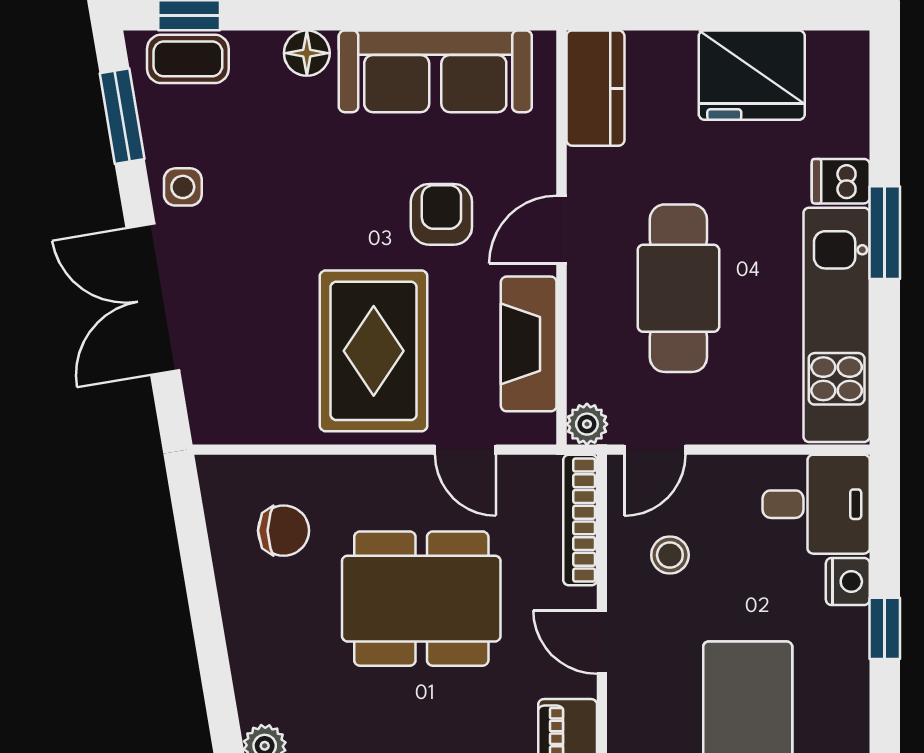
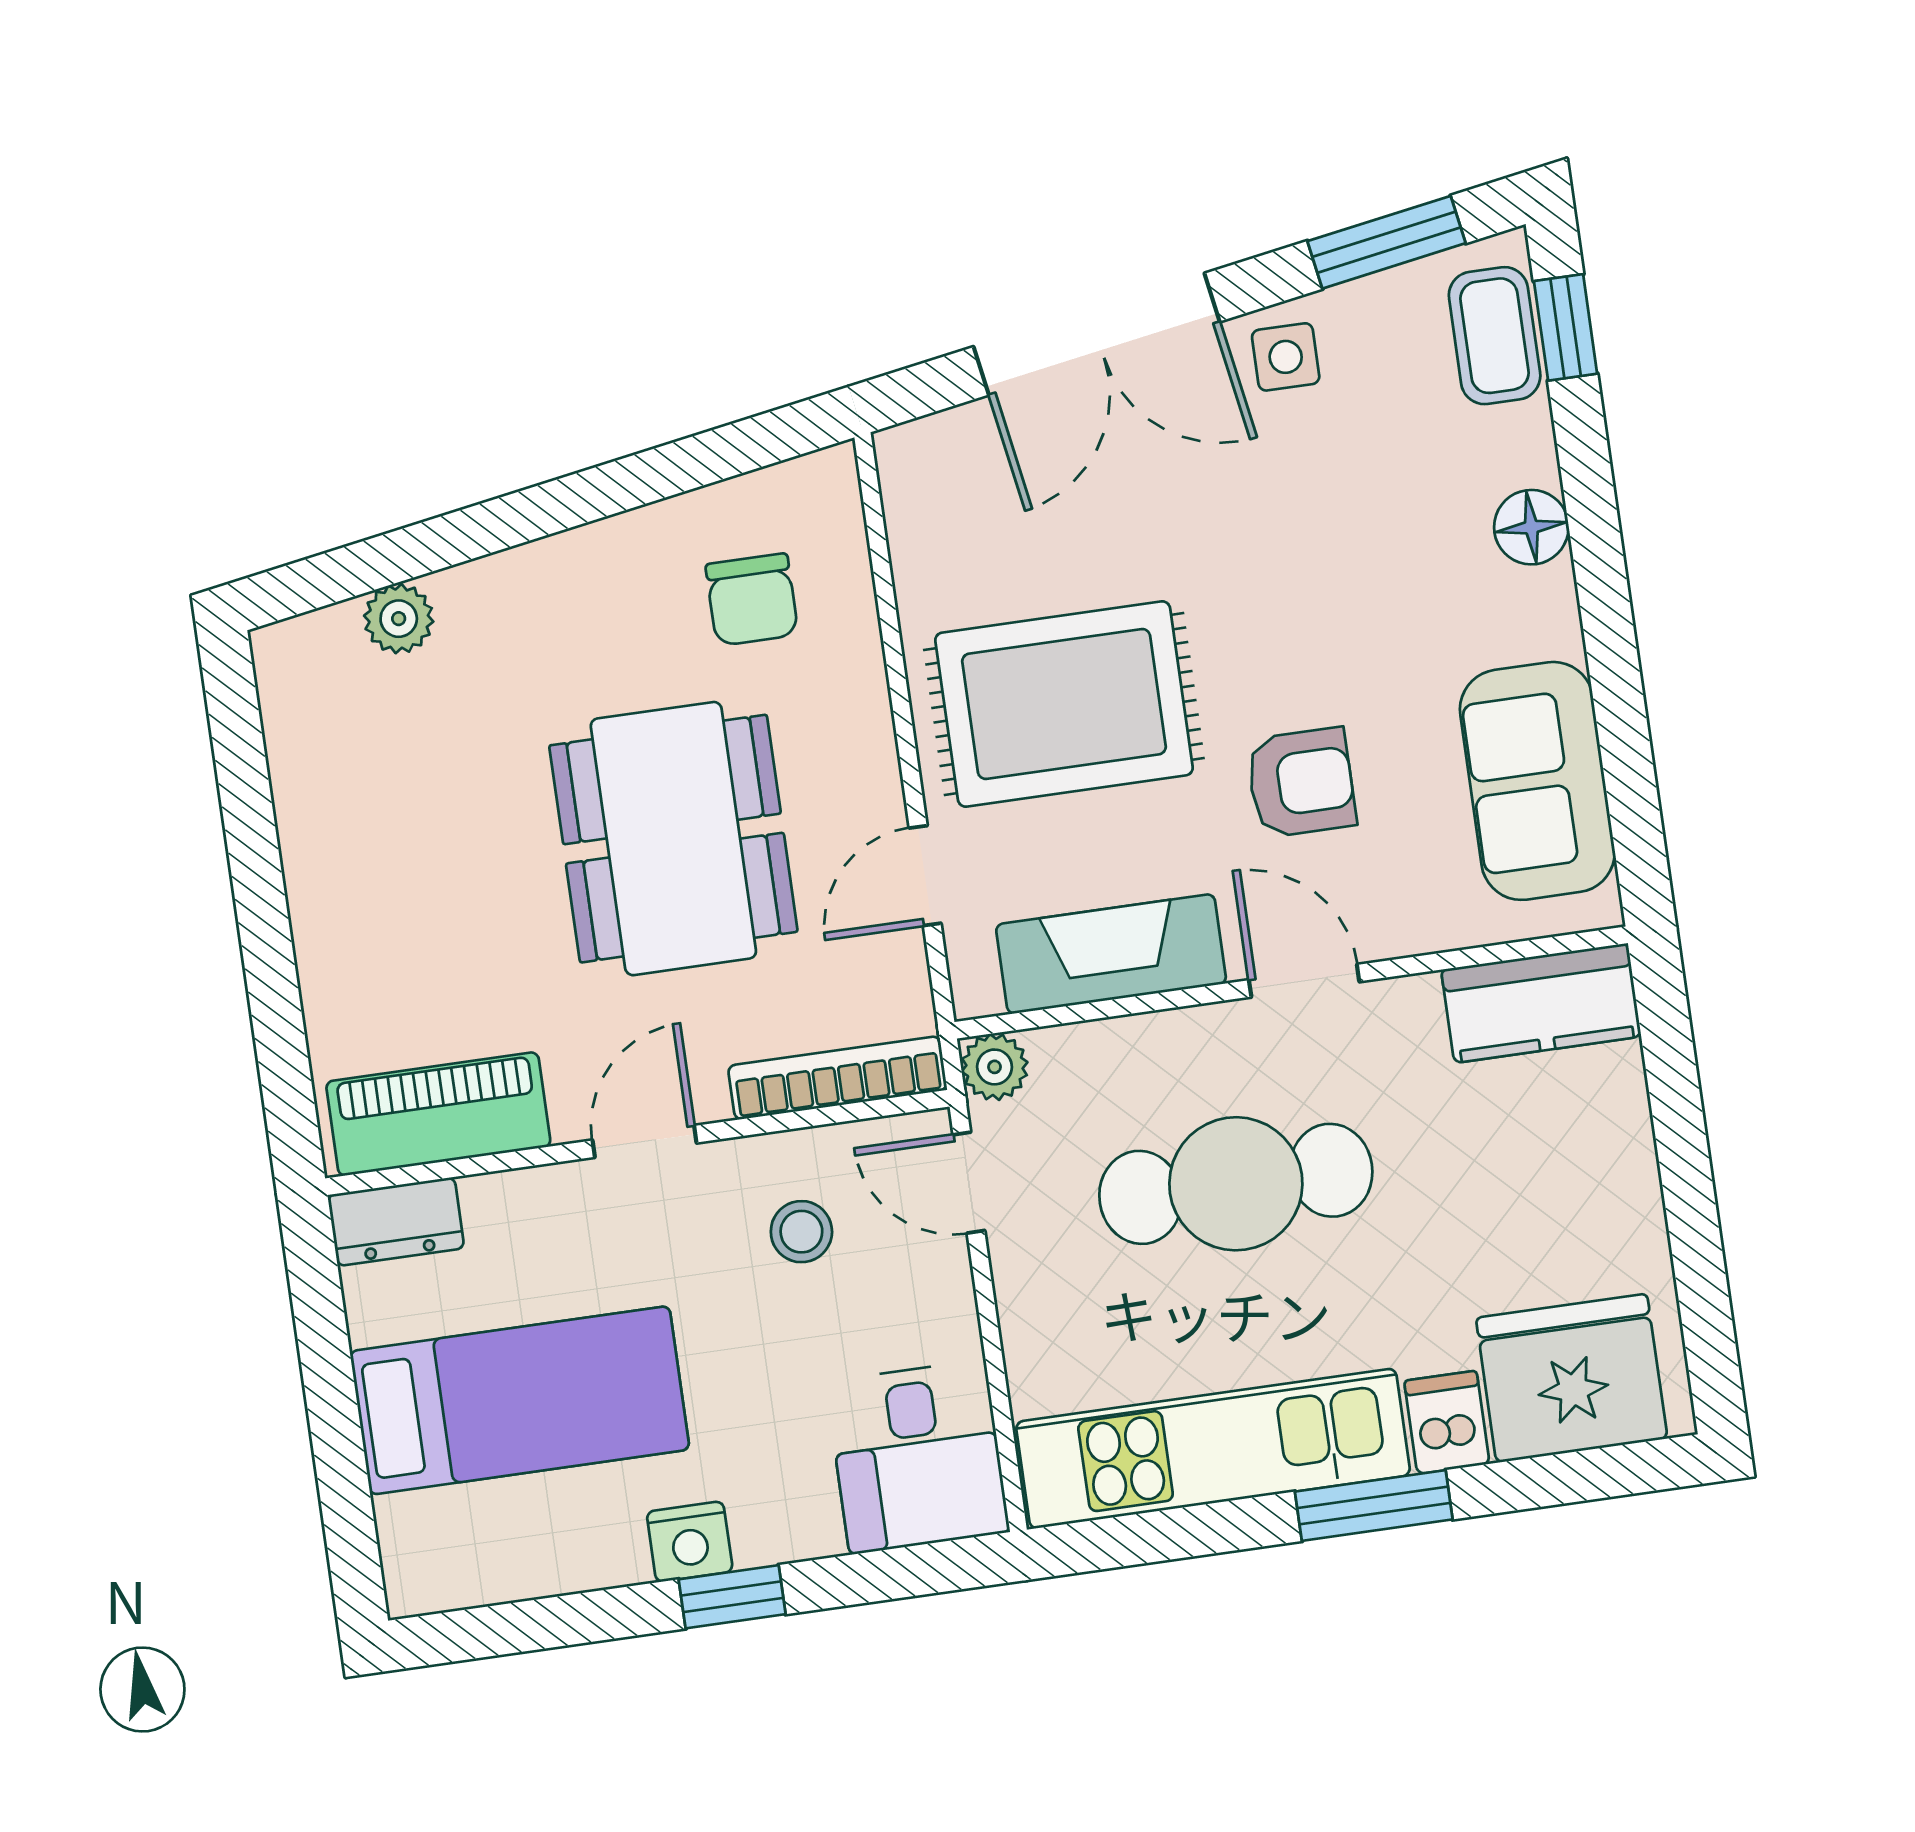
sofa: (435, 71) -> (1537, 781), width x0.73
fridge: (752, 75) -> (1572, 1378), moved, turned 90
double door: (153, 299) -> (1097, 334), swing flipped
nightstand: (848, 582) -> (690, 1542), moved

